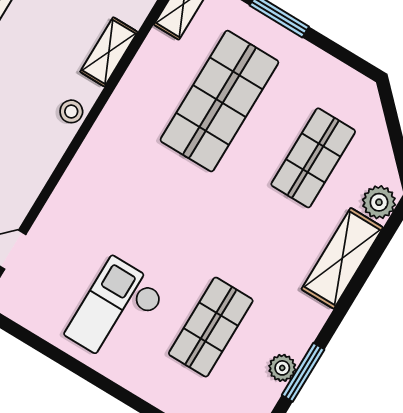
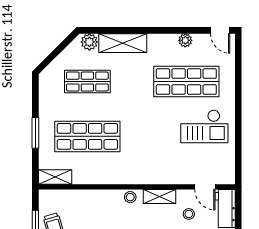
shelving: (109, 52) -> (159, 197), moved
shop shelf: (211, 327) -> (186, 82), width x1.43, depth x1.36
window: (303, 372) -> (182, 30), removed

